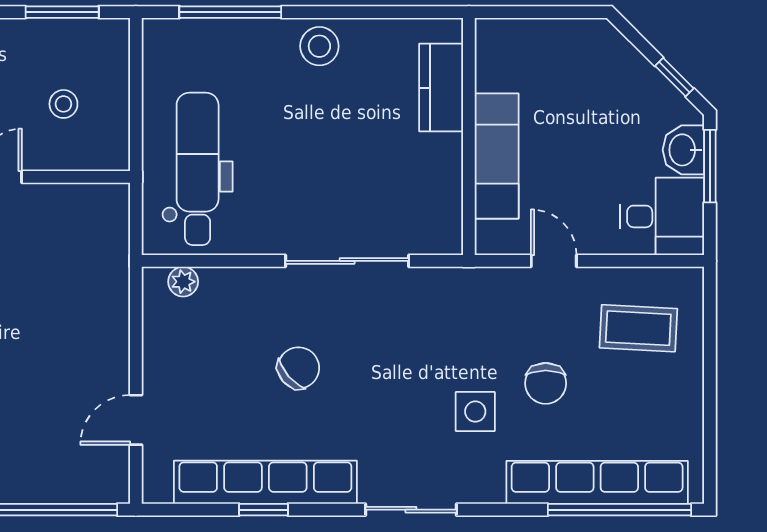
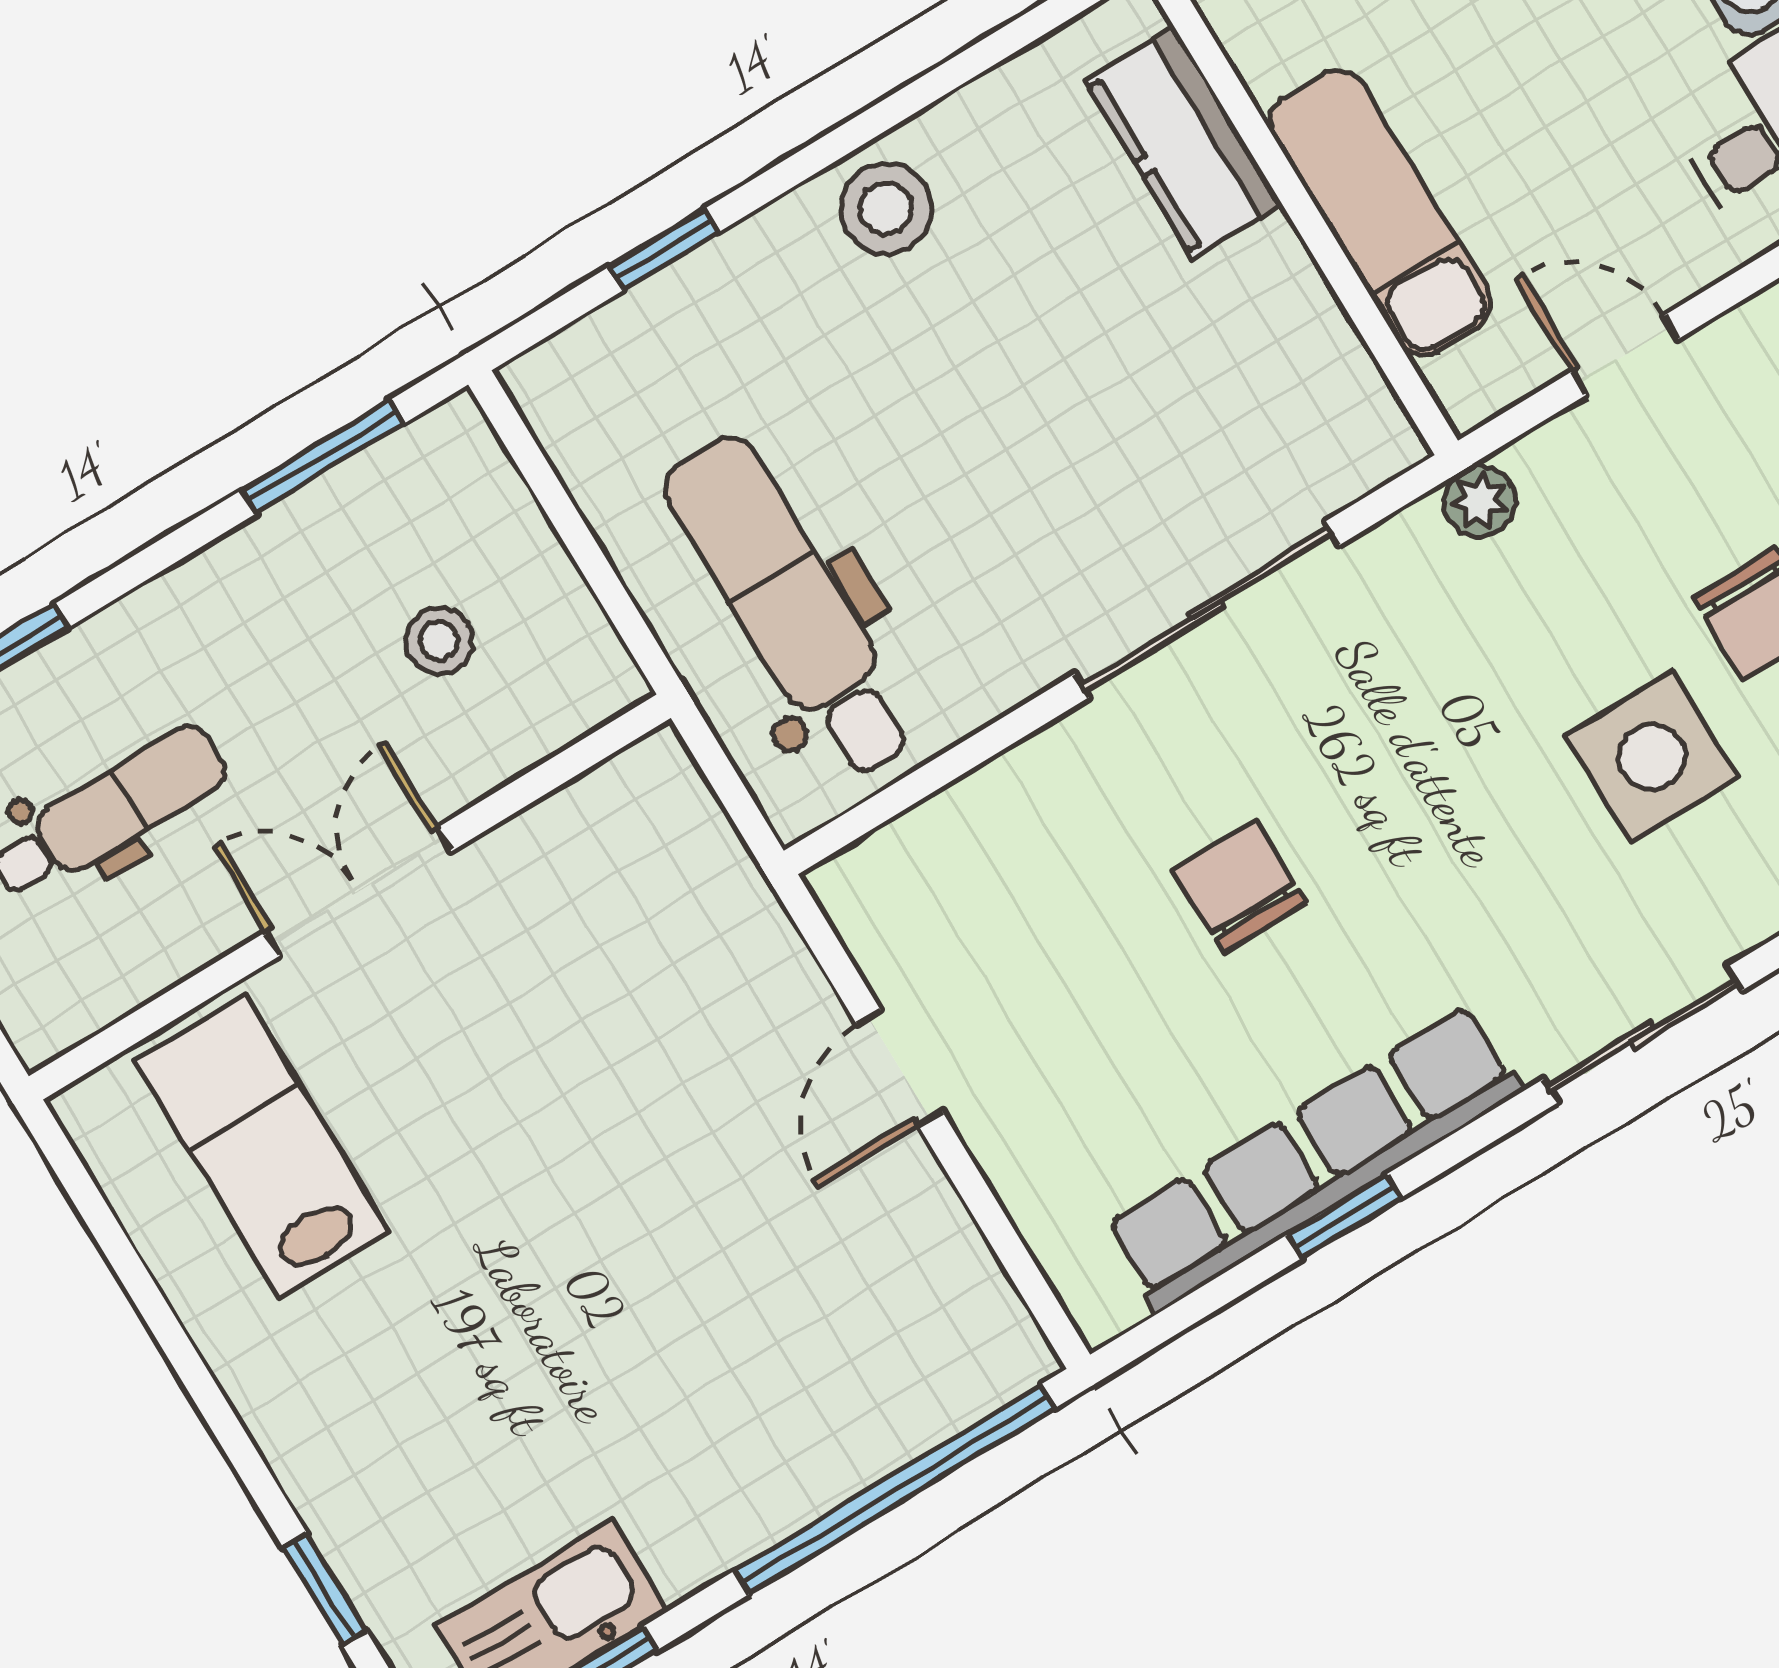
window: (230, 12) -> (664, 250), width x0.46
plant: (183, 282) -> (1479, 501), moved
chair: (298, 368) -> (1240, 886), turned -49
side table: (475, 412) -> (1652, 757), width x1.37, depth x1.37
door: (136, 420) -> (900, 1068), moved

